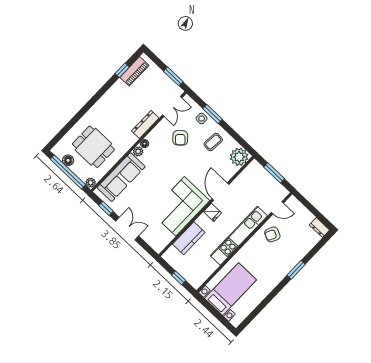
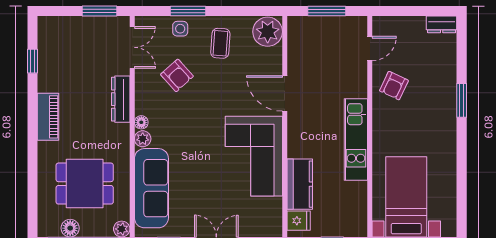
piano: (134, 71) -> (48, 117), moved
fridge: (212, 212) -> (299, 221), moved
kitchen unit: (239, 236) -> (356, 140), width x0.73

